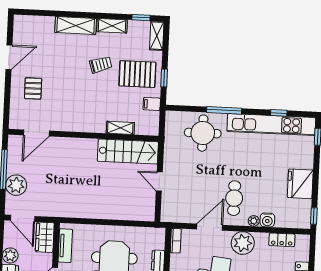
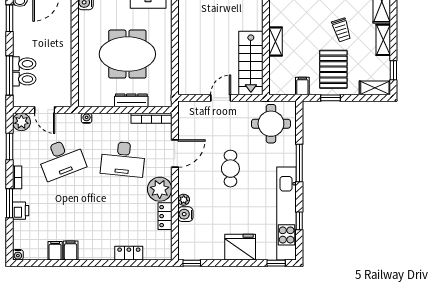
shelving: (120, 128) -> (275, 42), moved
round table: (203, 133) -> (271, 124), moved
fridge: (300, 184) -> (240, 247), moved
cafe table: (234, 198) -> (230, 169), moved, turned 90
door: (210, 227) -> (175, 153), hinge flipped
locker: (282, 240) -> (165, 216), moved
bookcase: (176, 241) -> (151, 118), width x1.56

